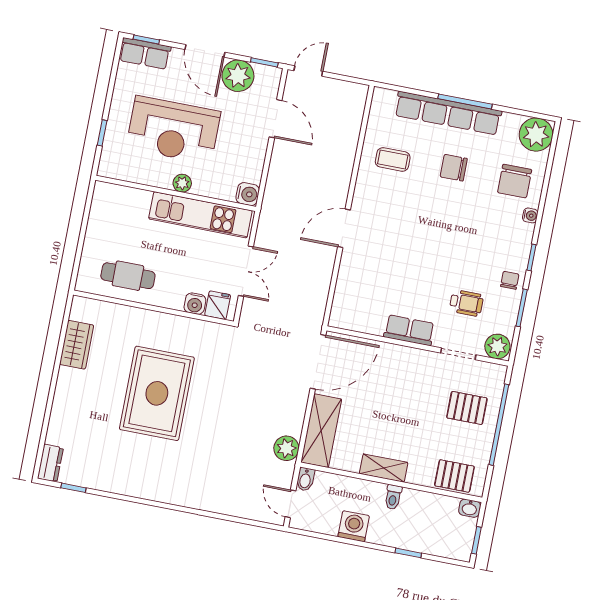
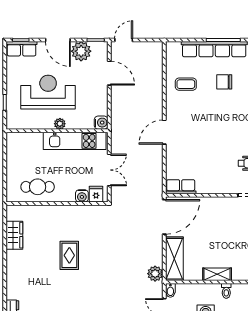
reception desk: (173, 130) -> (48, 92), turned 180
row of seats: (409, 330) -> (181, 187), moved
rug: (157, 393) -> (69, 255), width x0.54, depth x0.49

